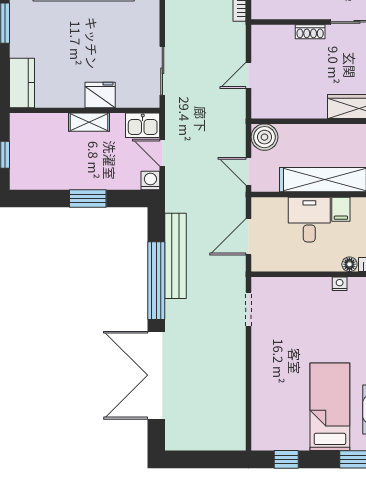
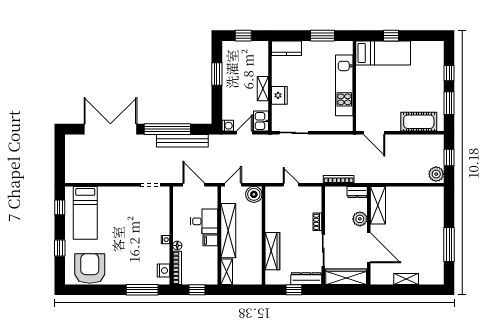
window: (88, 198) -> (217, 74), moved
bed: (330, 407) -> (85, 213), moved, turned 90

